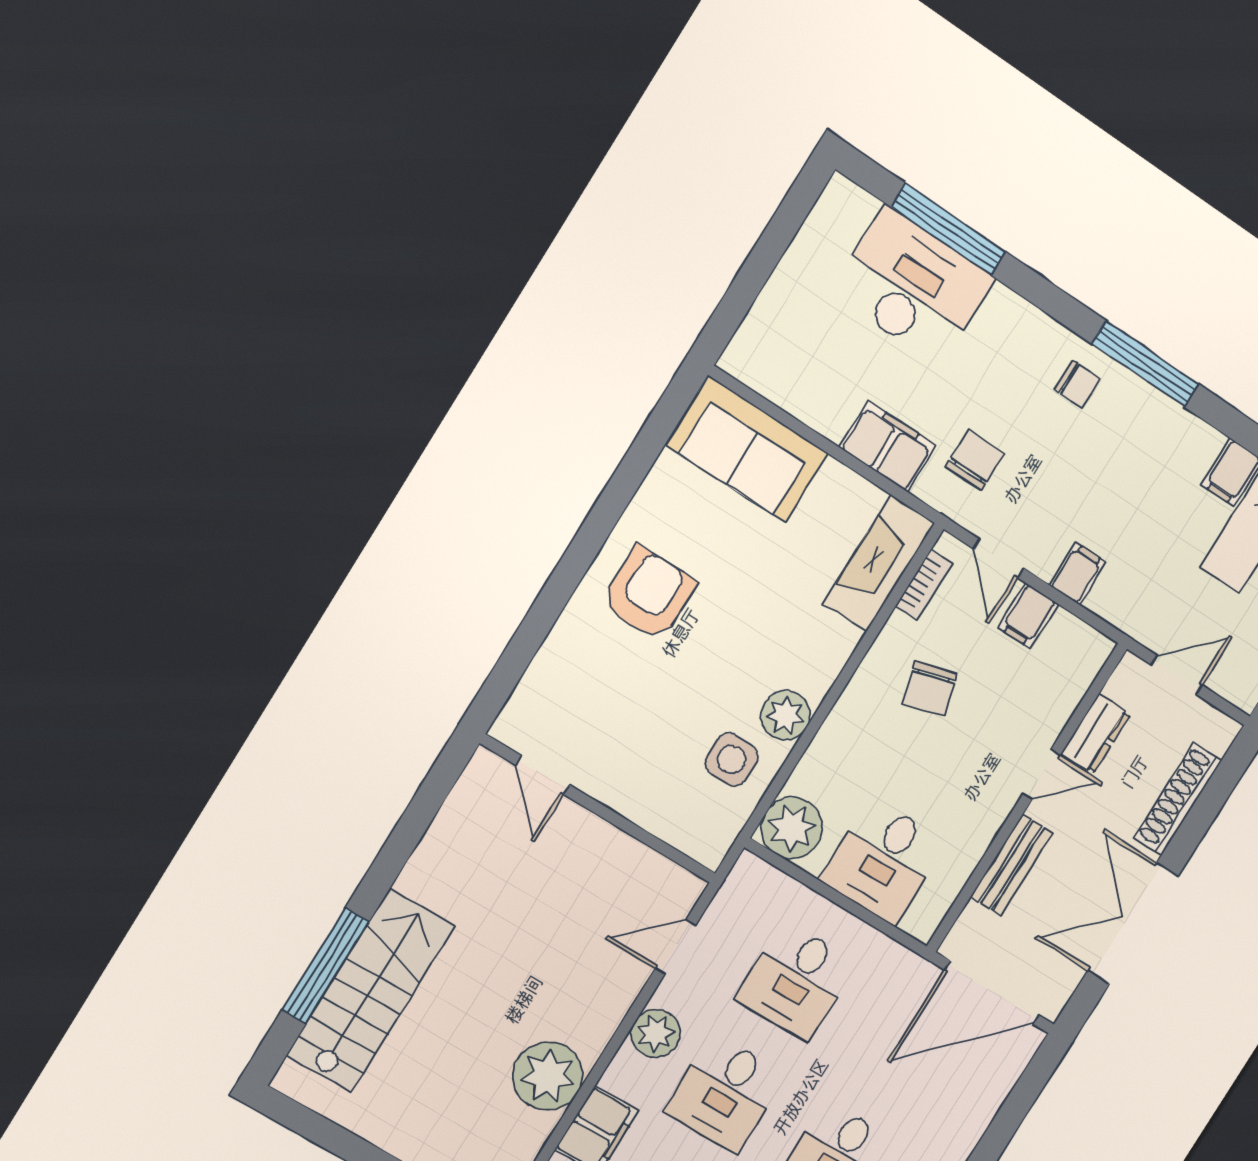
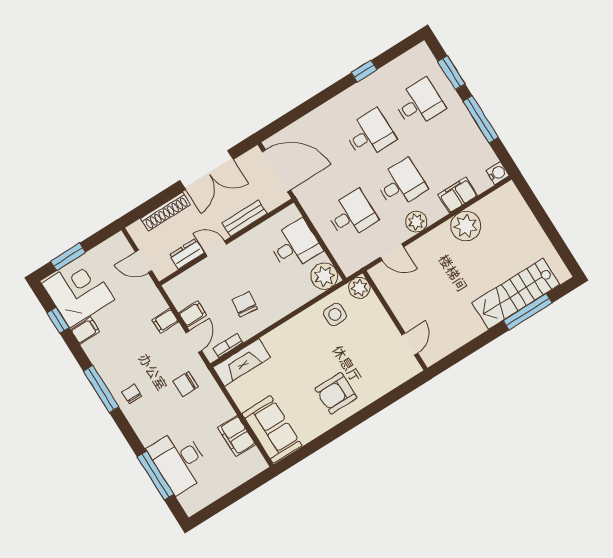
filing cabinet: (888, 447) -> (237, 436), moved
chair: (930, 689) -> (245, 304), turned -67
plant: (785, 715) -> (359, 288), moved

